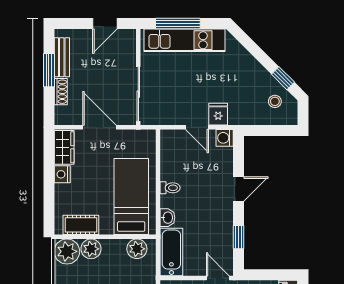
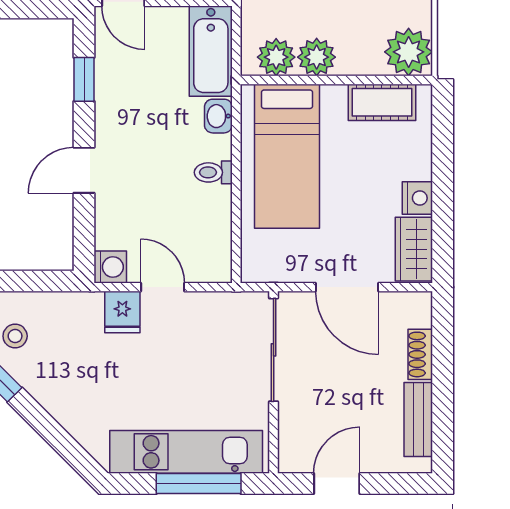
window: (49, 70) -> (443, 395), removed
plant: (91, 249) -> (317, 57), moved

